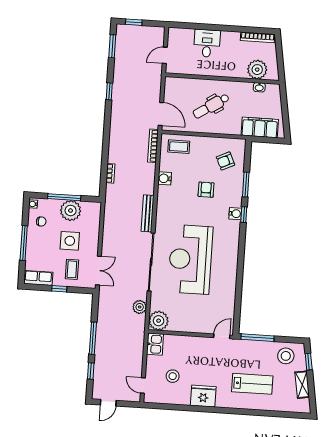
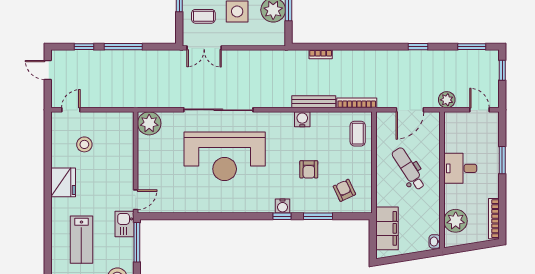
window: (209, 27) -> (502, 160), added
desk: (207, 43) -> (460, 168), moved, turned 180
door: (165, 55) -> (479, 110), moved
washbasin: (259, 87) -> (435, 242), moved
door: (161, 114) -> (410, 110), moved
water cooler: (165, 178) -> (302, 119), moved
armchair: (206, 190) -> (309, 169), turned 90
bench: (148, 213) -> (314, 102), moved
reception desk: (190, 259) -> (225, 156), turned 180
plant: (140, 307) -> (447, 100), moved
door: (222, 336) -> (136, 200), hinge flipped
kitchen sink: (155, 344) -> (124, 224), moved, turned 90

